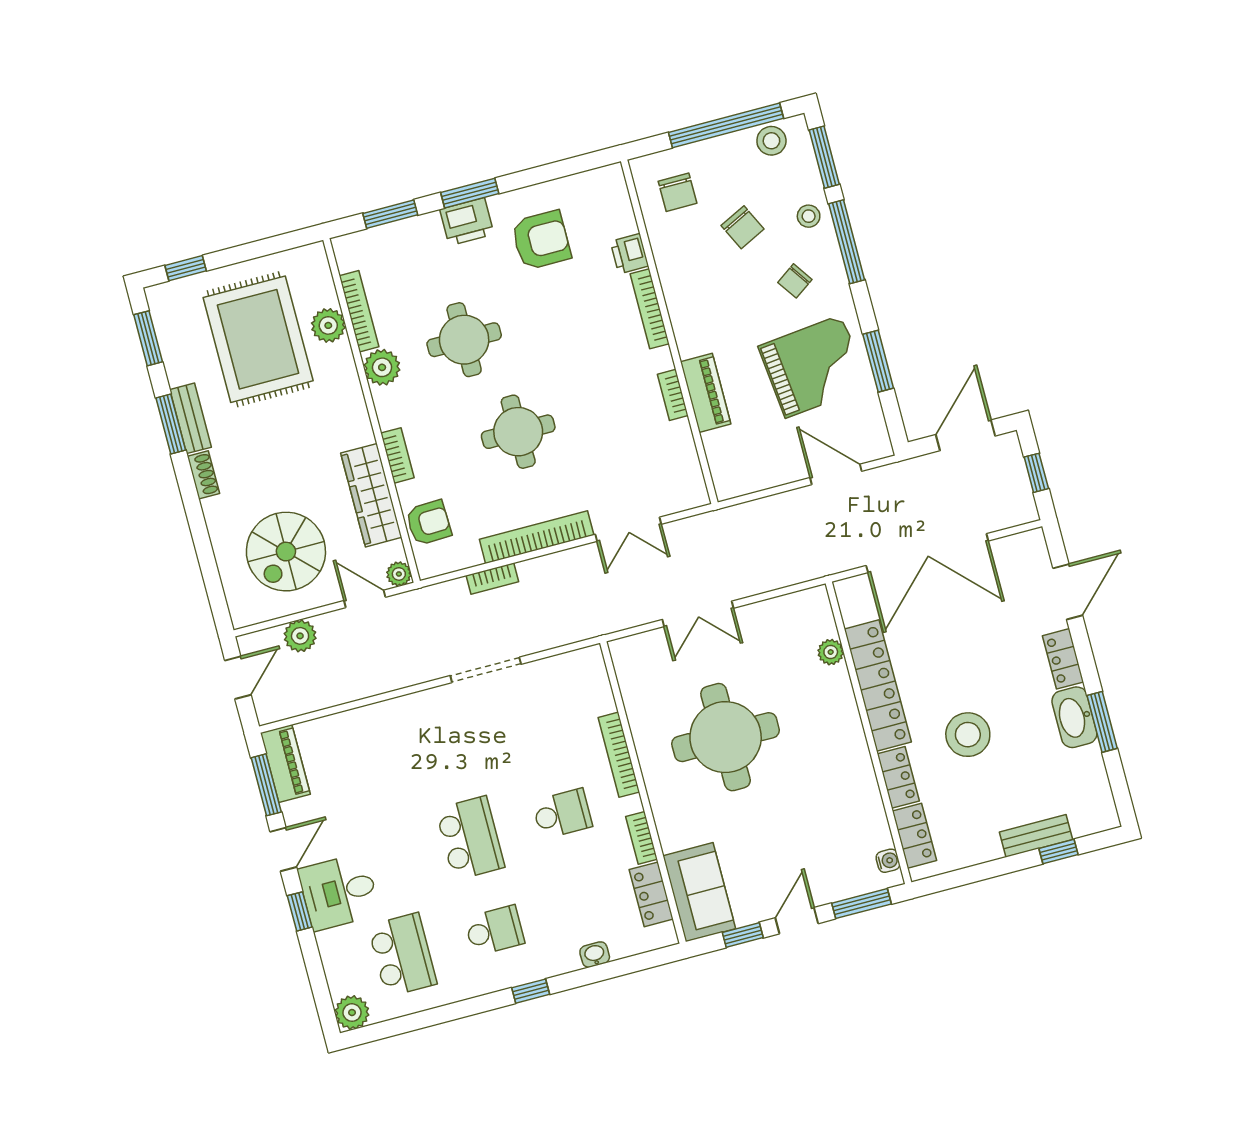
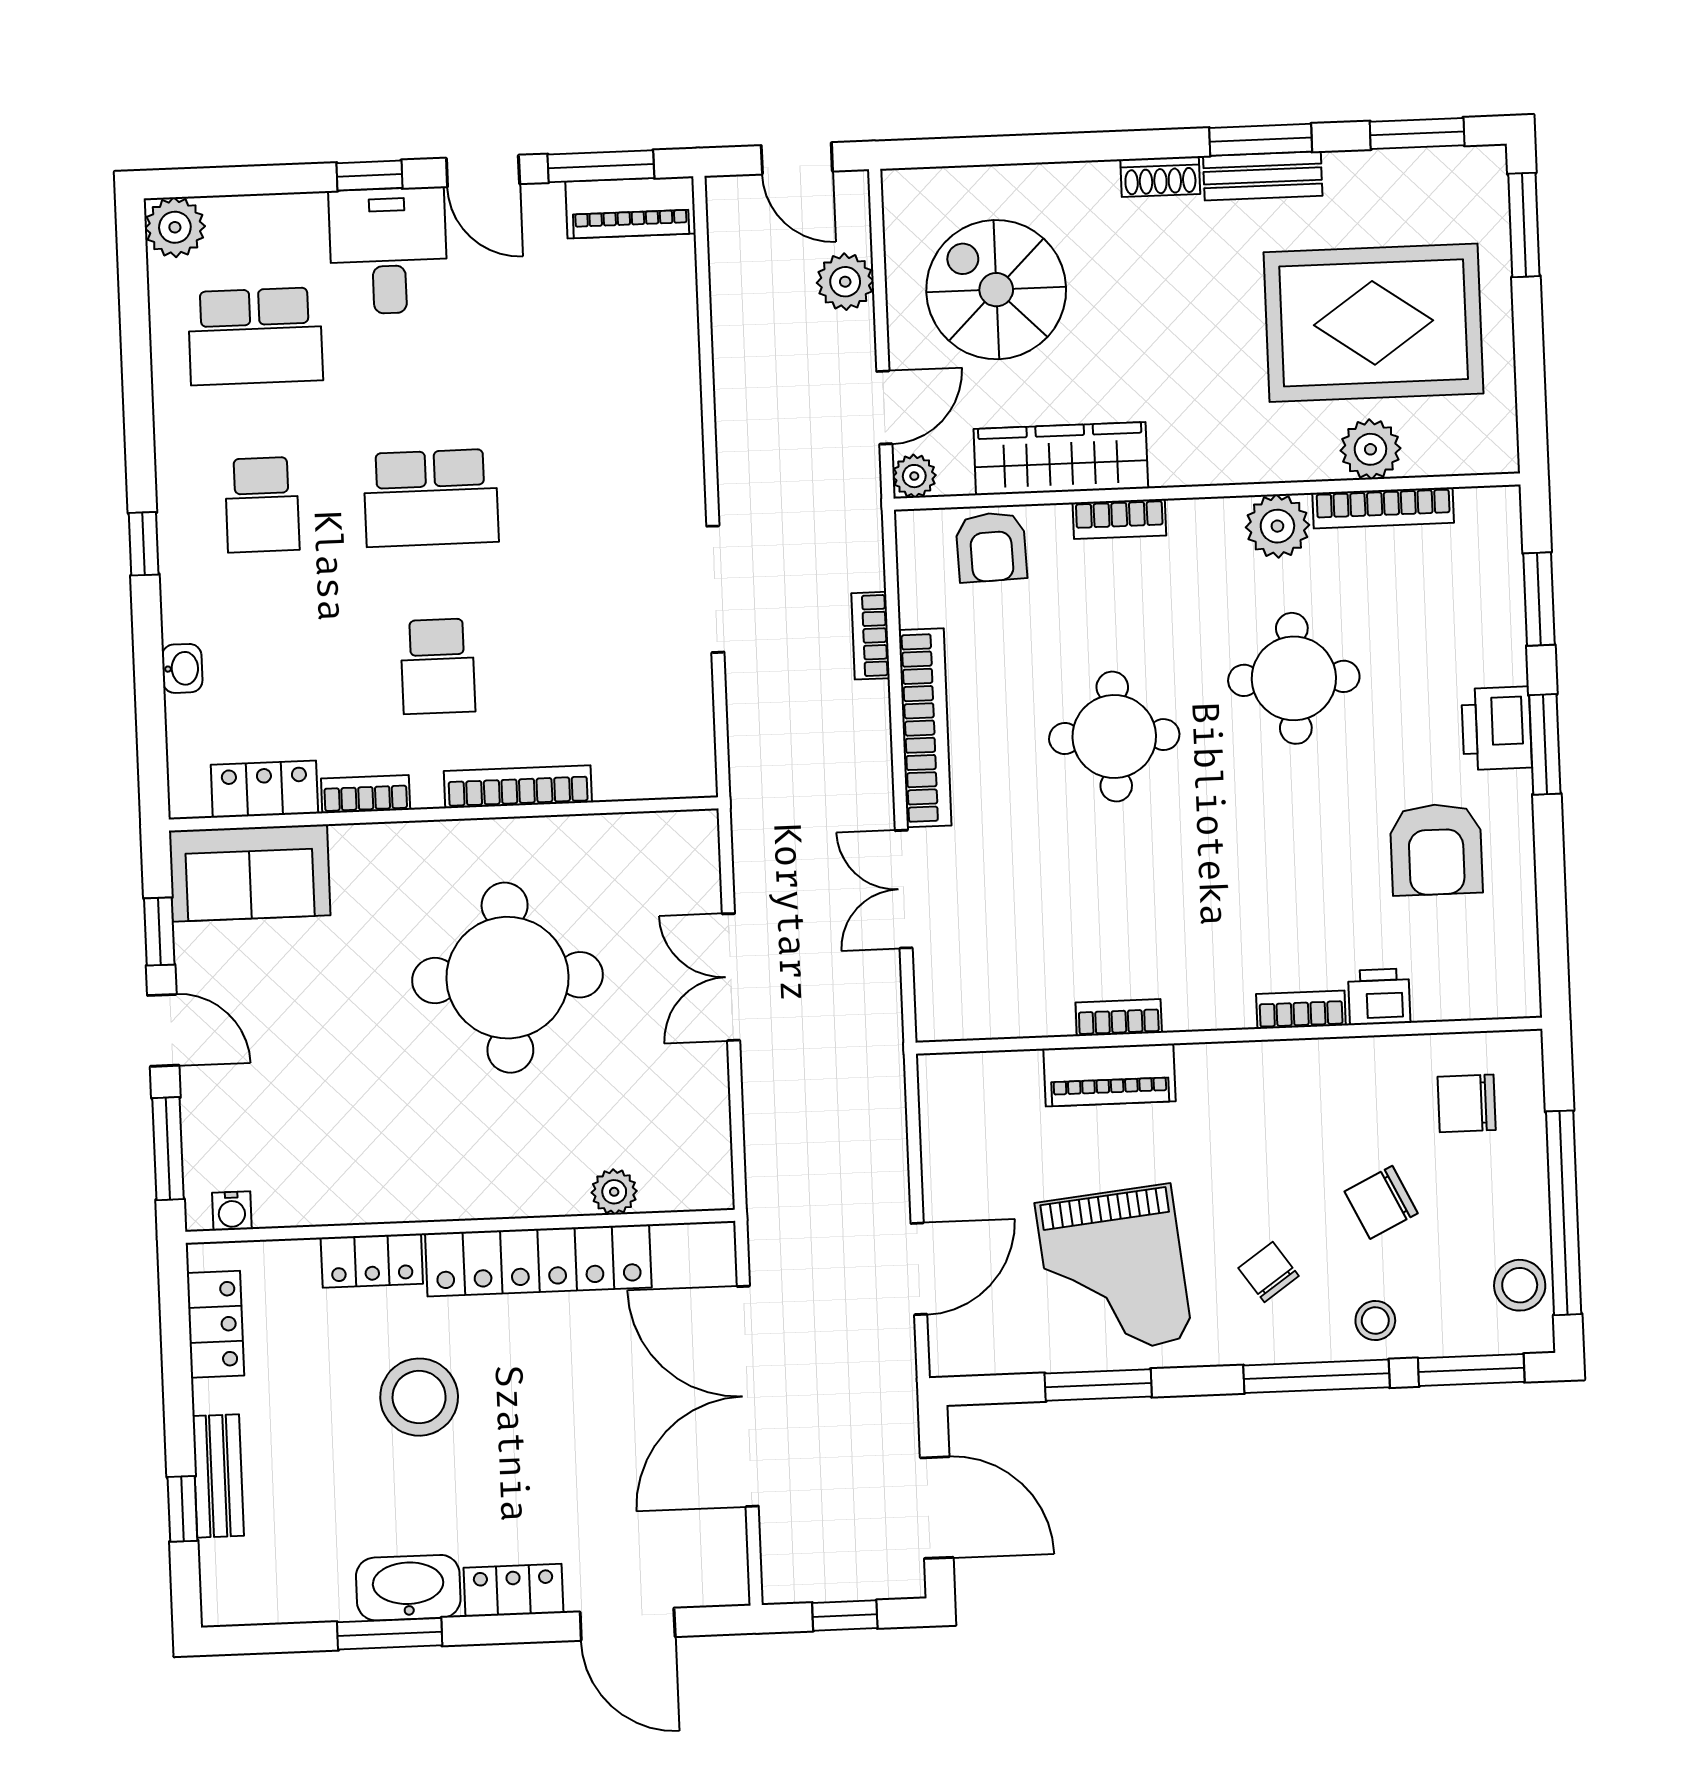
window: (186, 268) -> (1524, 225), width x1.50
bookcase: (650, 309) -> (1301, 1010), width x0.64
locker: (914, 836) -> (215, 1324), moved, turned -90

